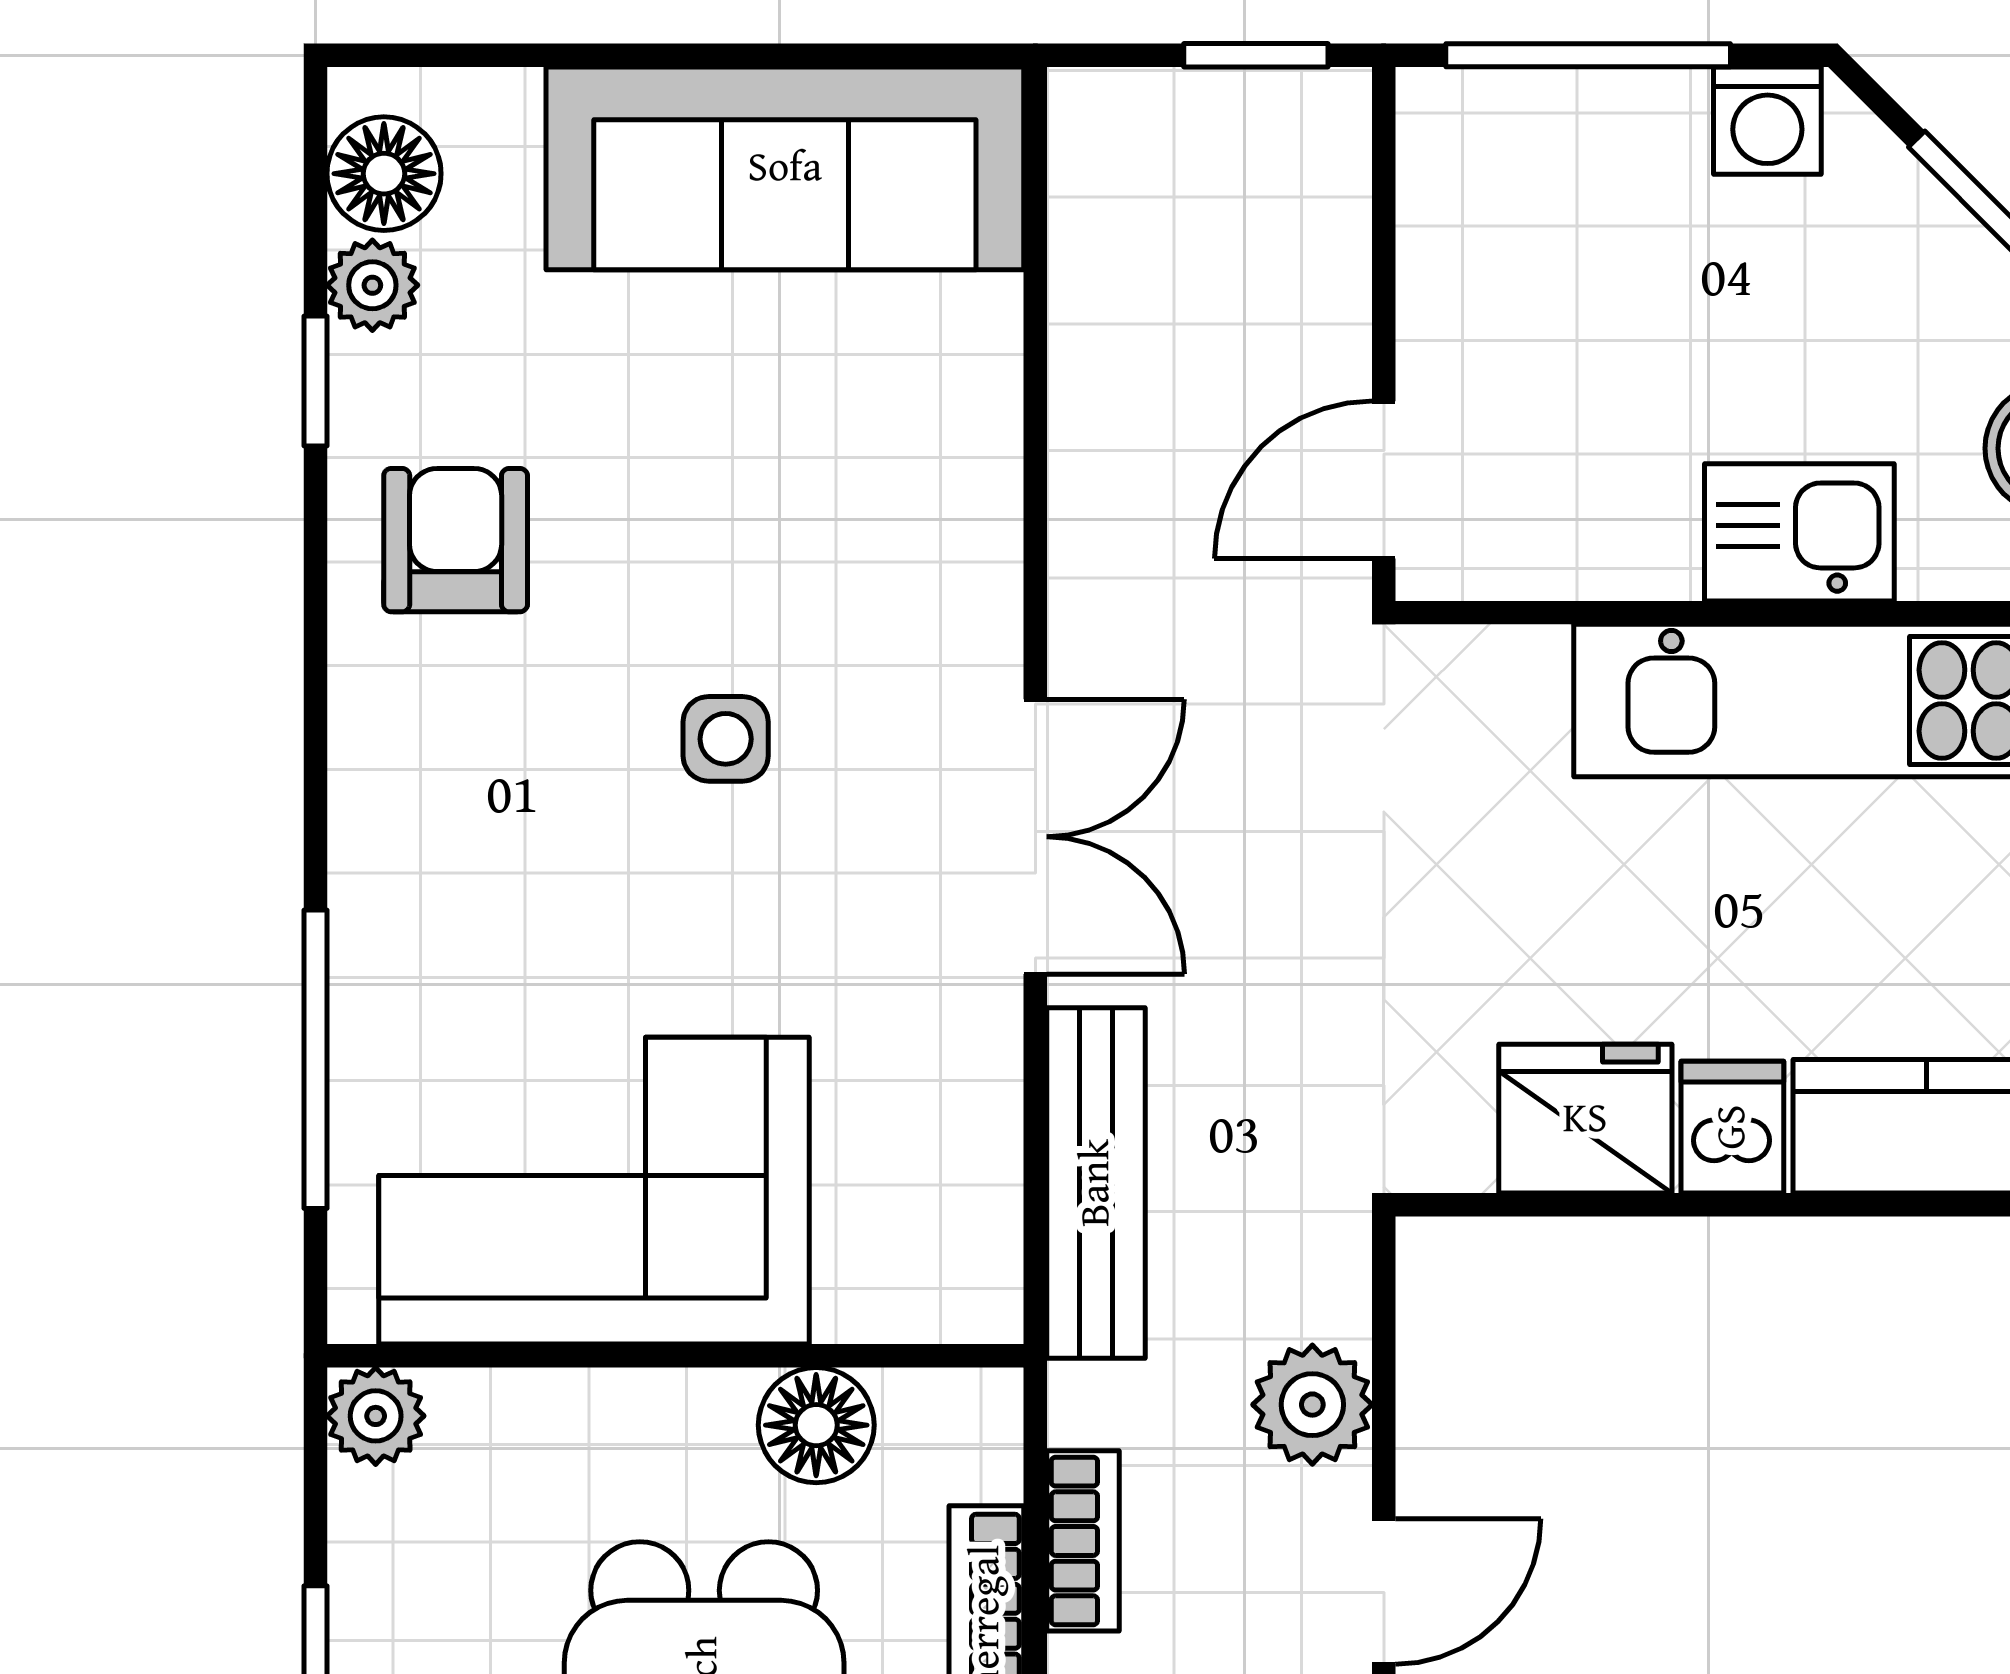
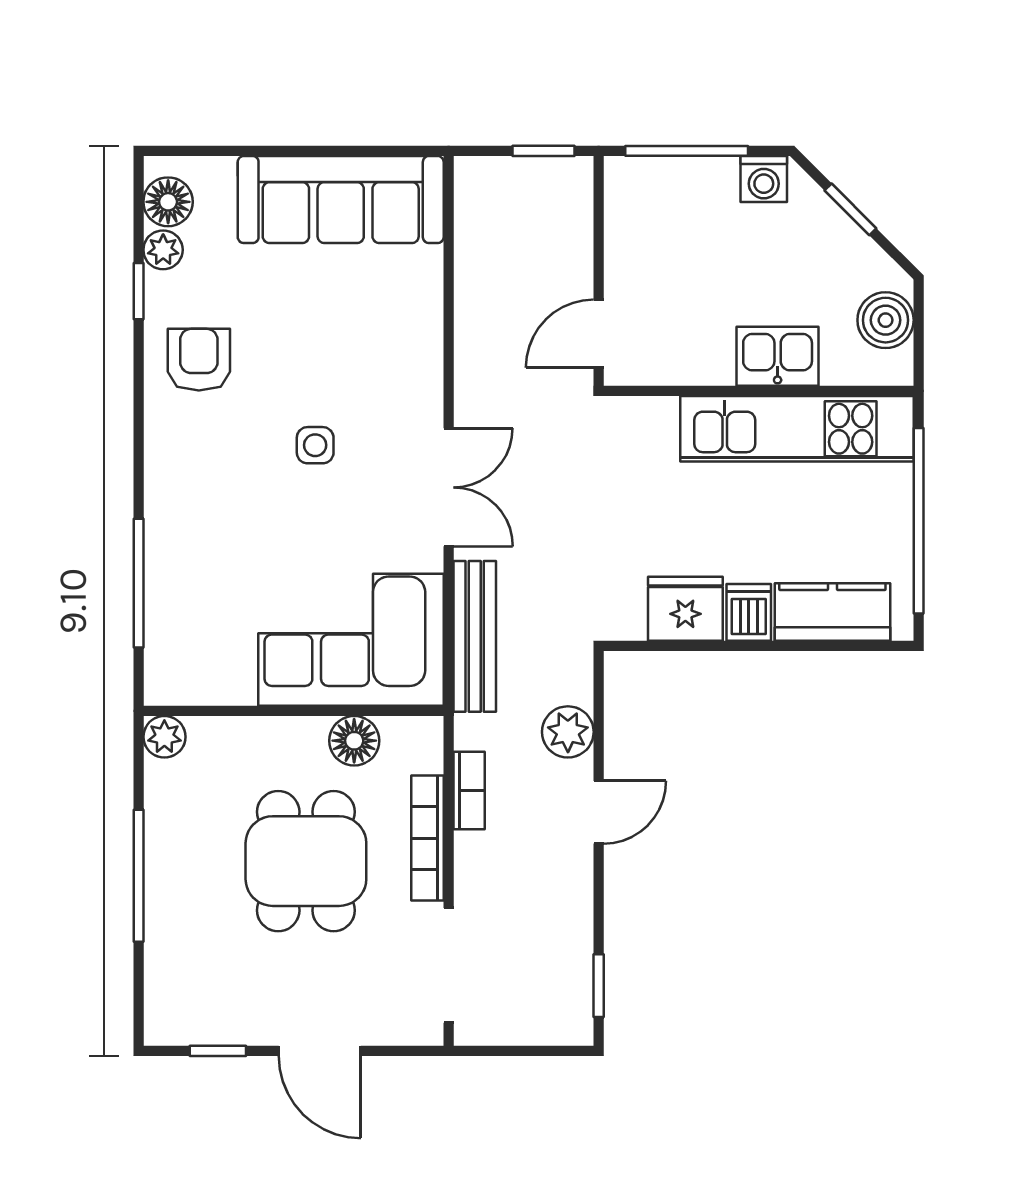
corner sofa: (594, 1191) -> (351, 640), moved

